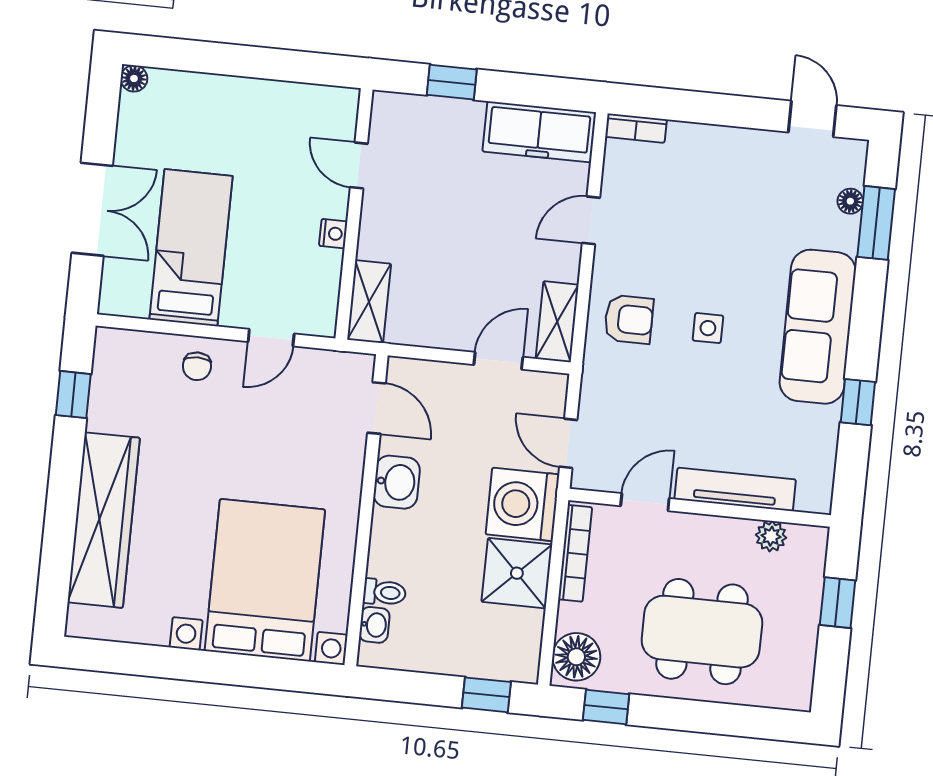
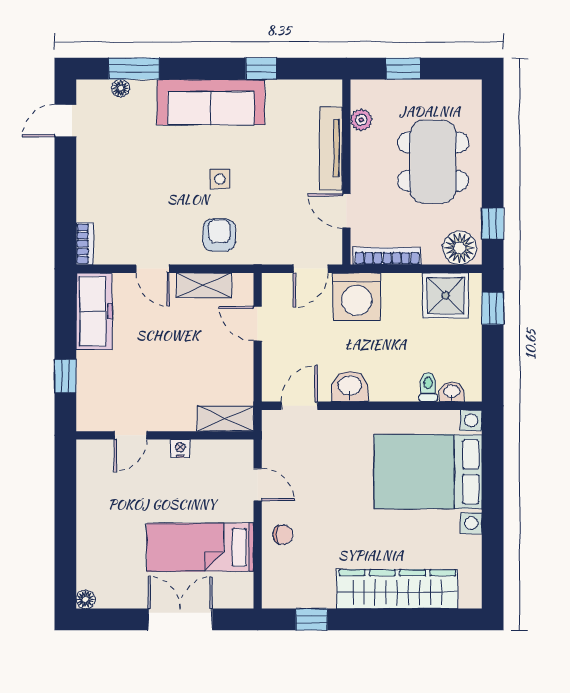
shelving: (557, 322) -> (204, 285), moved
shower: (517, 573) -> (446, 296), moved

